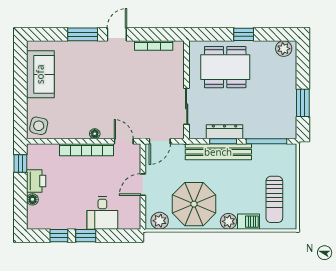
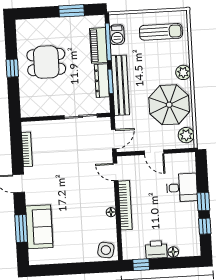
window: (83, 34) -> (21, 229), moved
plant: (284, 49) -> (23, 31), removed
dining table: (225, 67) -> (46, 62), moved, width x0.73
sofa: (40, 74) -> (39, 227), moved, turned 90
piano: (263, 130) -> (98, 45), added
floor lamp: (95, 134) -> (111, 212), moved
door: (124, 141) -> (116, 172), hinge flipped
door: (160, 141) -> (114, 139), hinge flipped
barbecue: (249, 222) -> (117, 35), moved, turned 180

